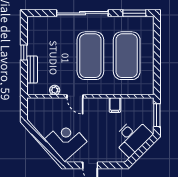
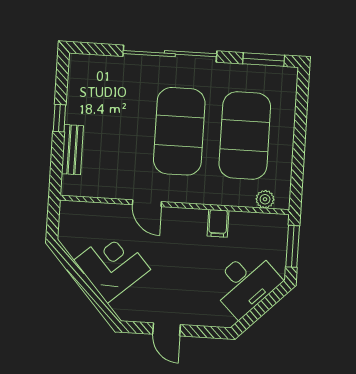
plant: (55, 90) -> (265, 199), moved
corner desk: (66, 140) -> (112, 265), moved

